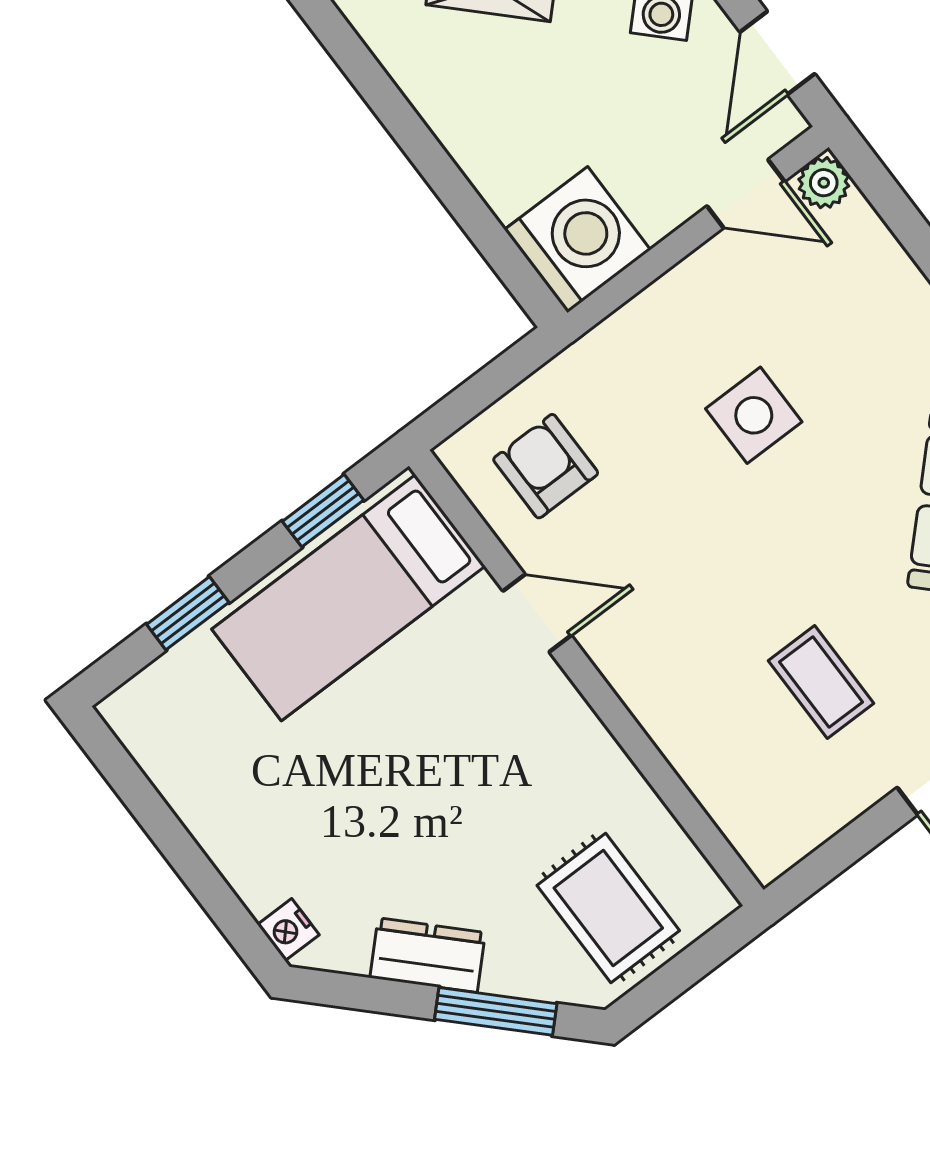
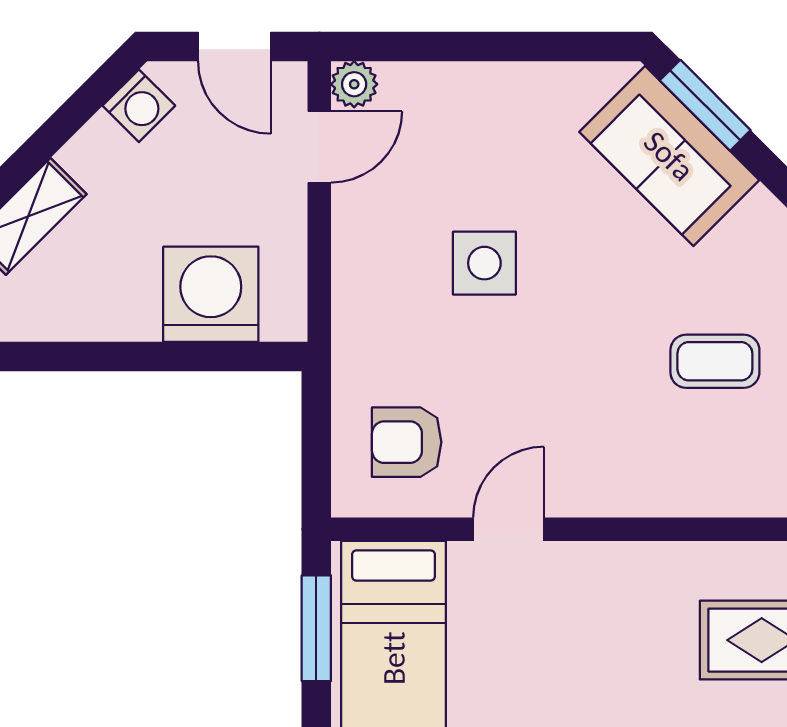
washing machine: (577, 240) -> (211, 294), moved
window: (323, 511) -> (316, 628), width x1.50

